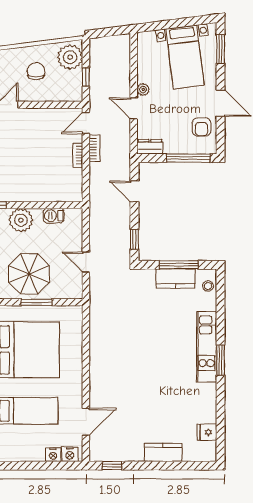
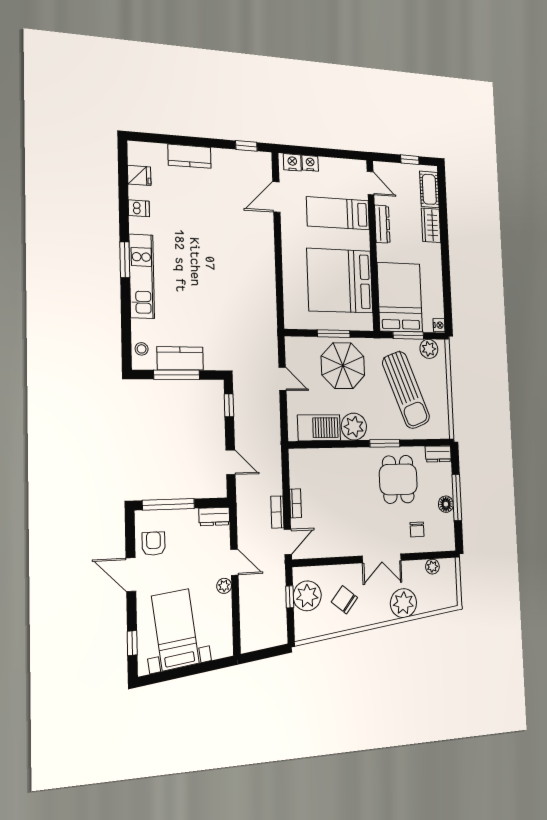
window: (220, 49) -> (132, 643), width x0.67
plant: (70, 57) -> (307, 596), moved
chair: (36, 71) -> (344, 600), turned 129
barbecue: (54, 216) -> (319, 428), width x1.88, depth x1.53
dishwasher: (208, 404) -> (139, 208), added

